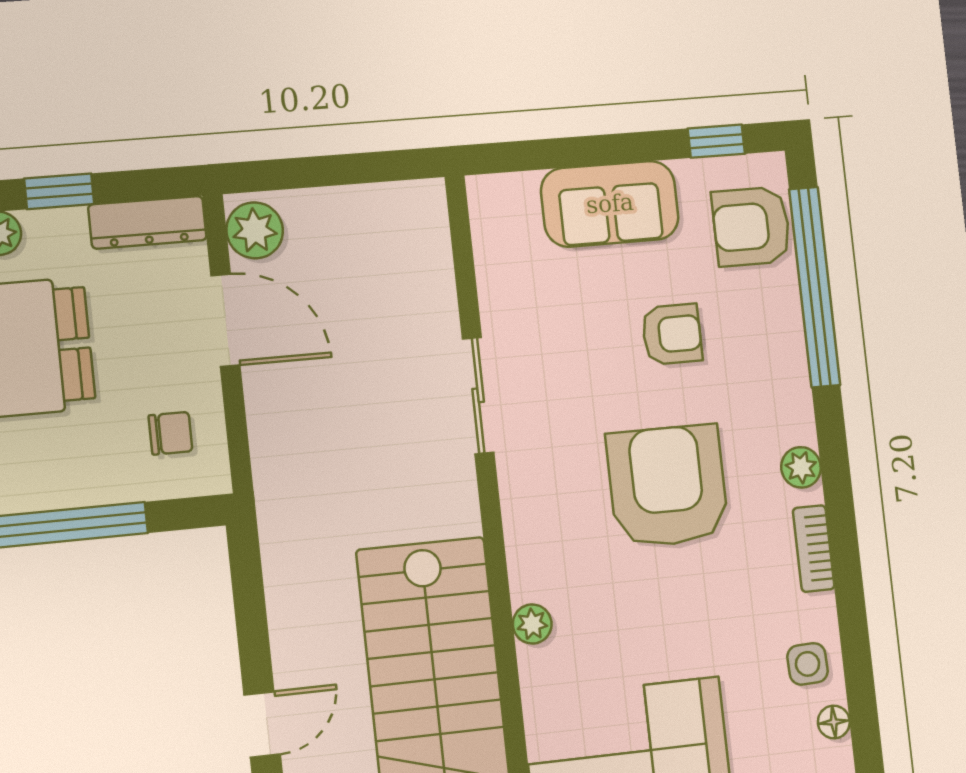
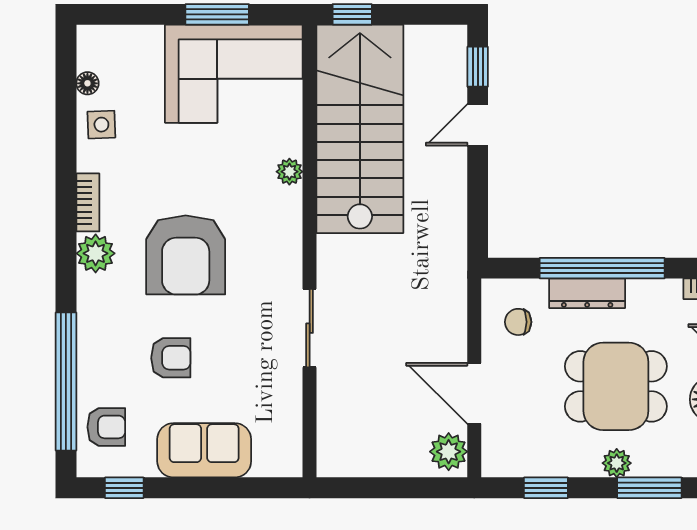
window: (59, 191) -> (546, 488), moved
dresser: (148, 222) -> (587, 293), moved, turned 180
armchair: (751, 226) -> (106, 427), width x0.72, depth x0.72
armchair: (672, 334) -> (171, 358), turned 180
plant: (801, 467) -> (96, 253), width x1.38, depth x1.38

